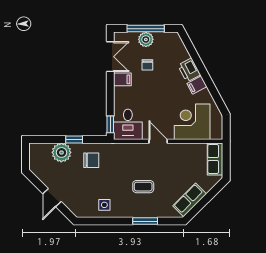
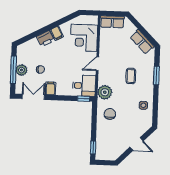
window: (74, 139) -> (93, 148), moved
plant: (61, 152) -> (105, 92), moved

